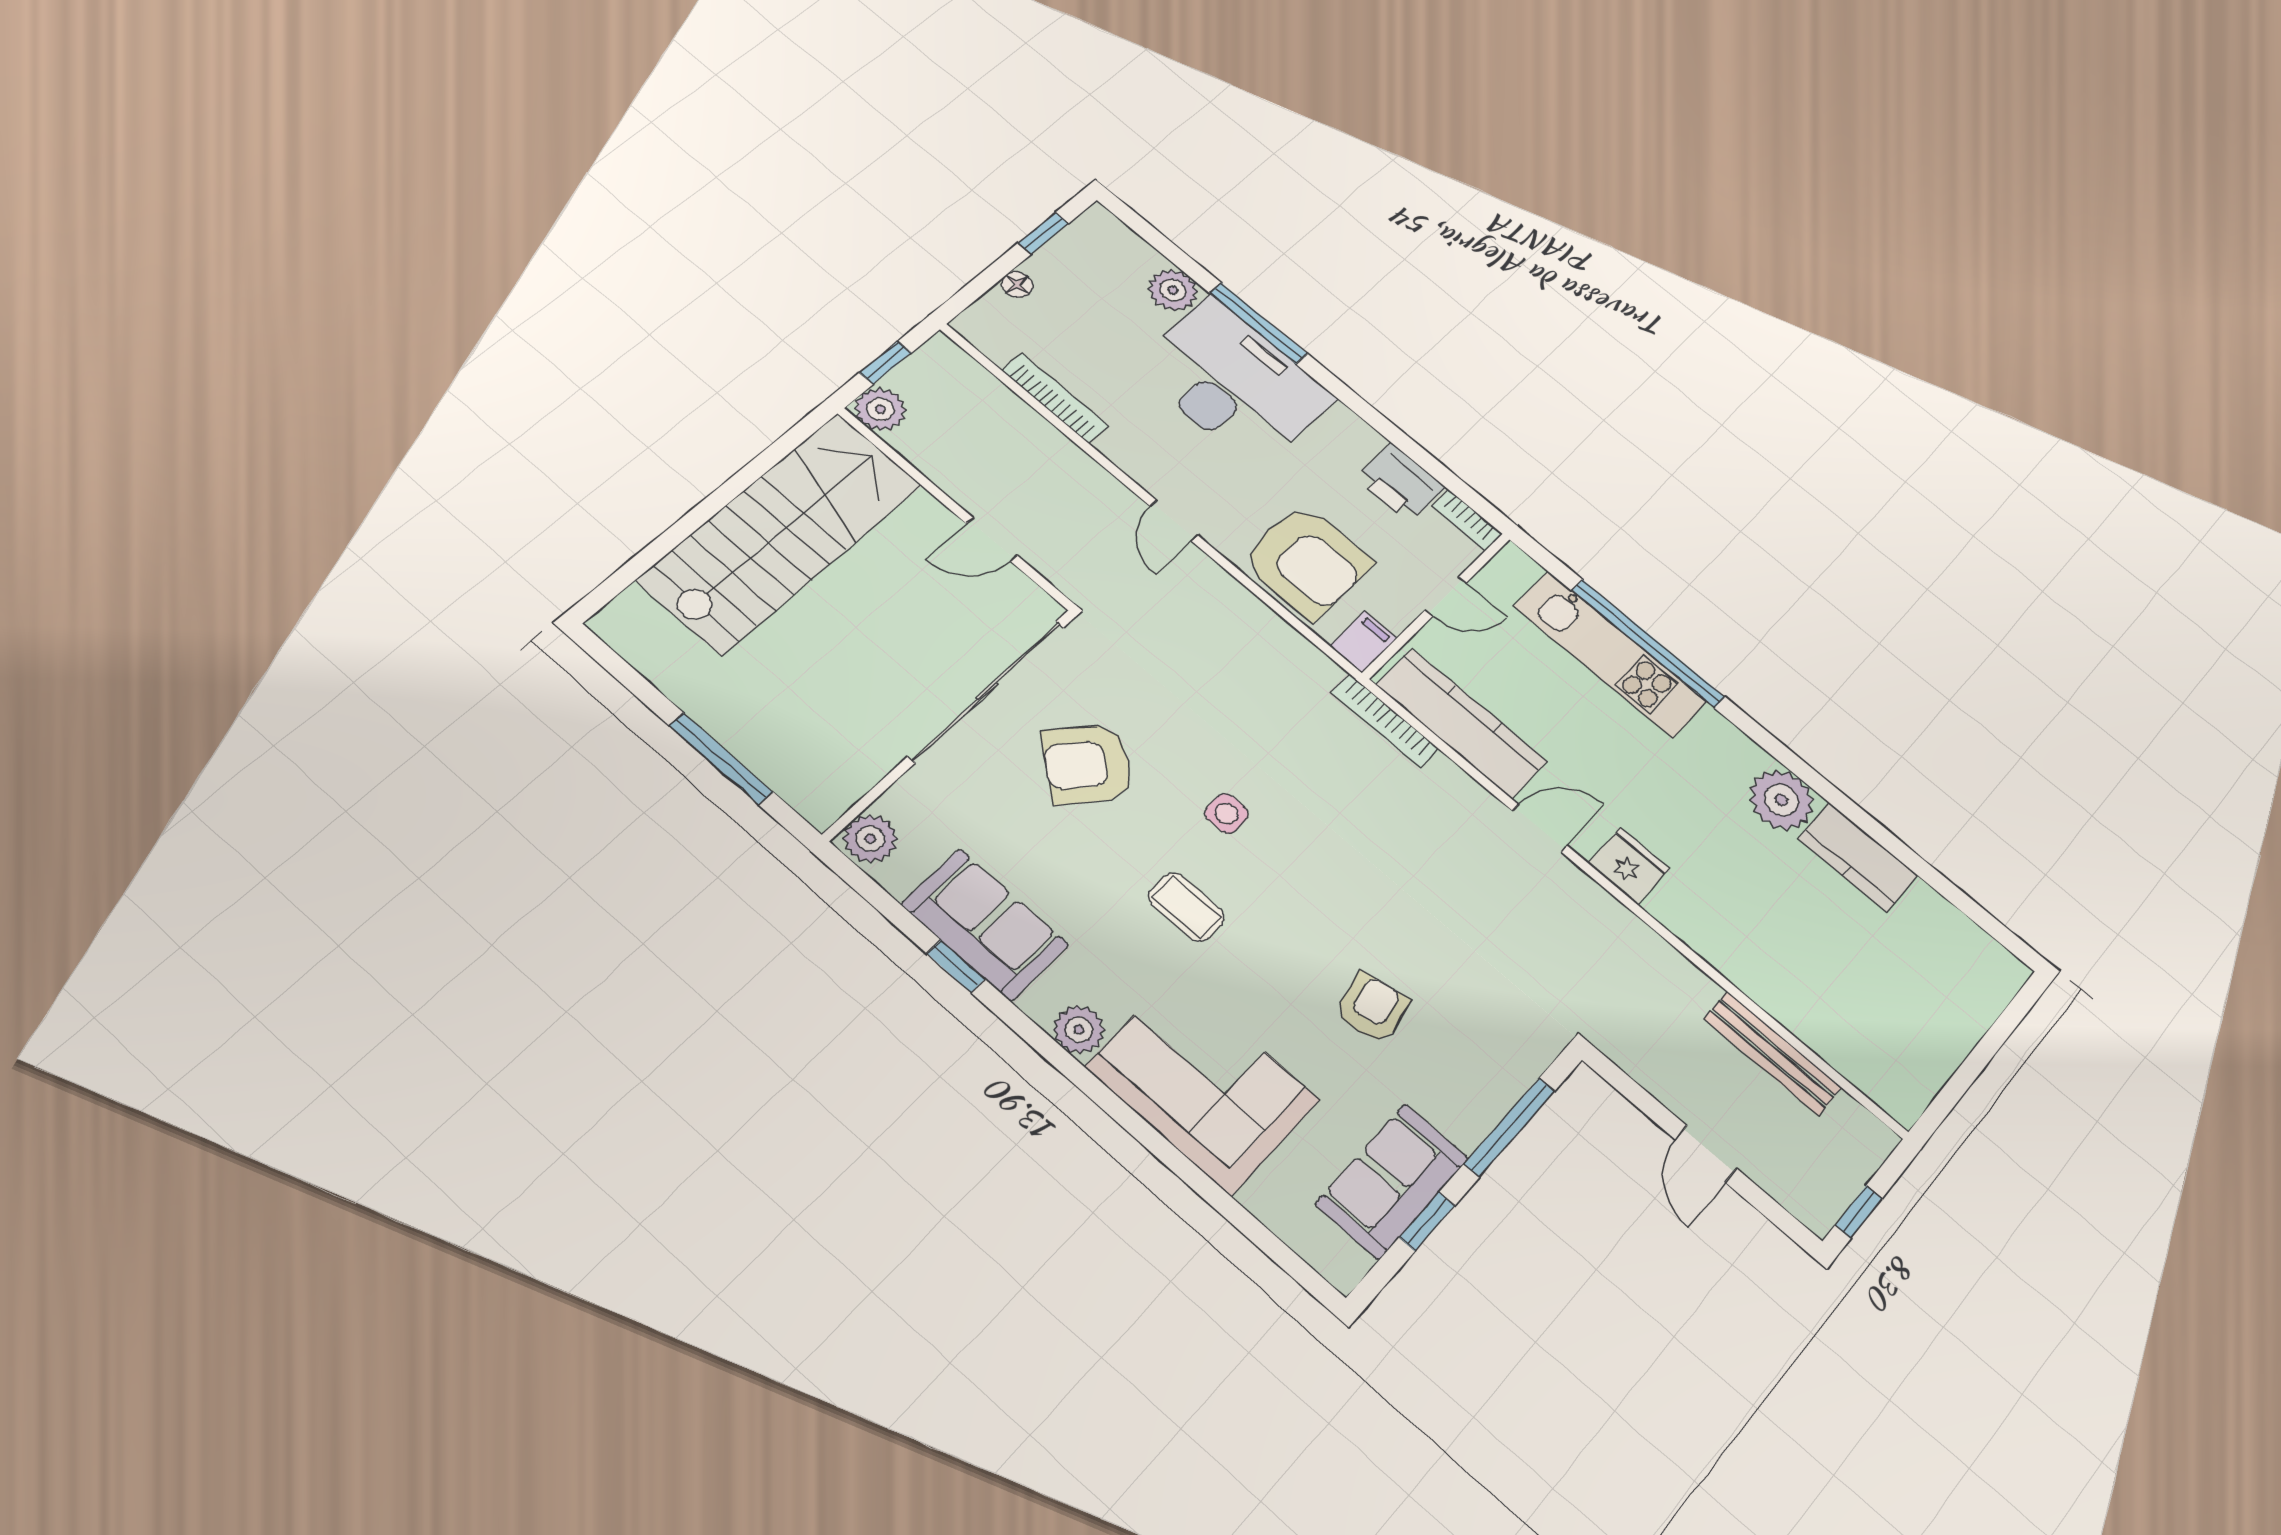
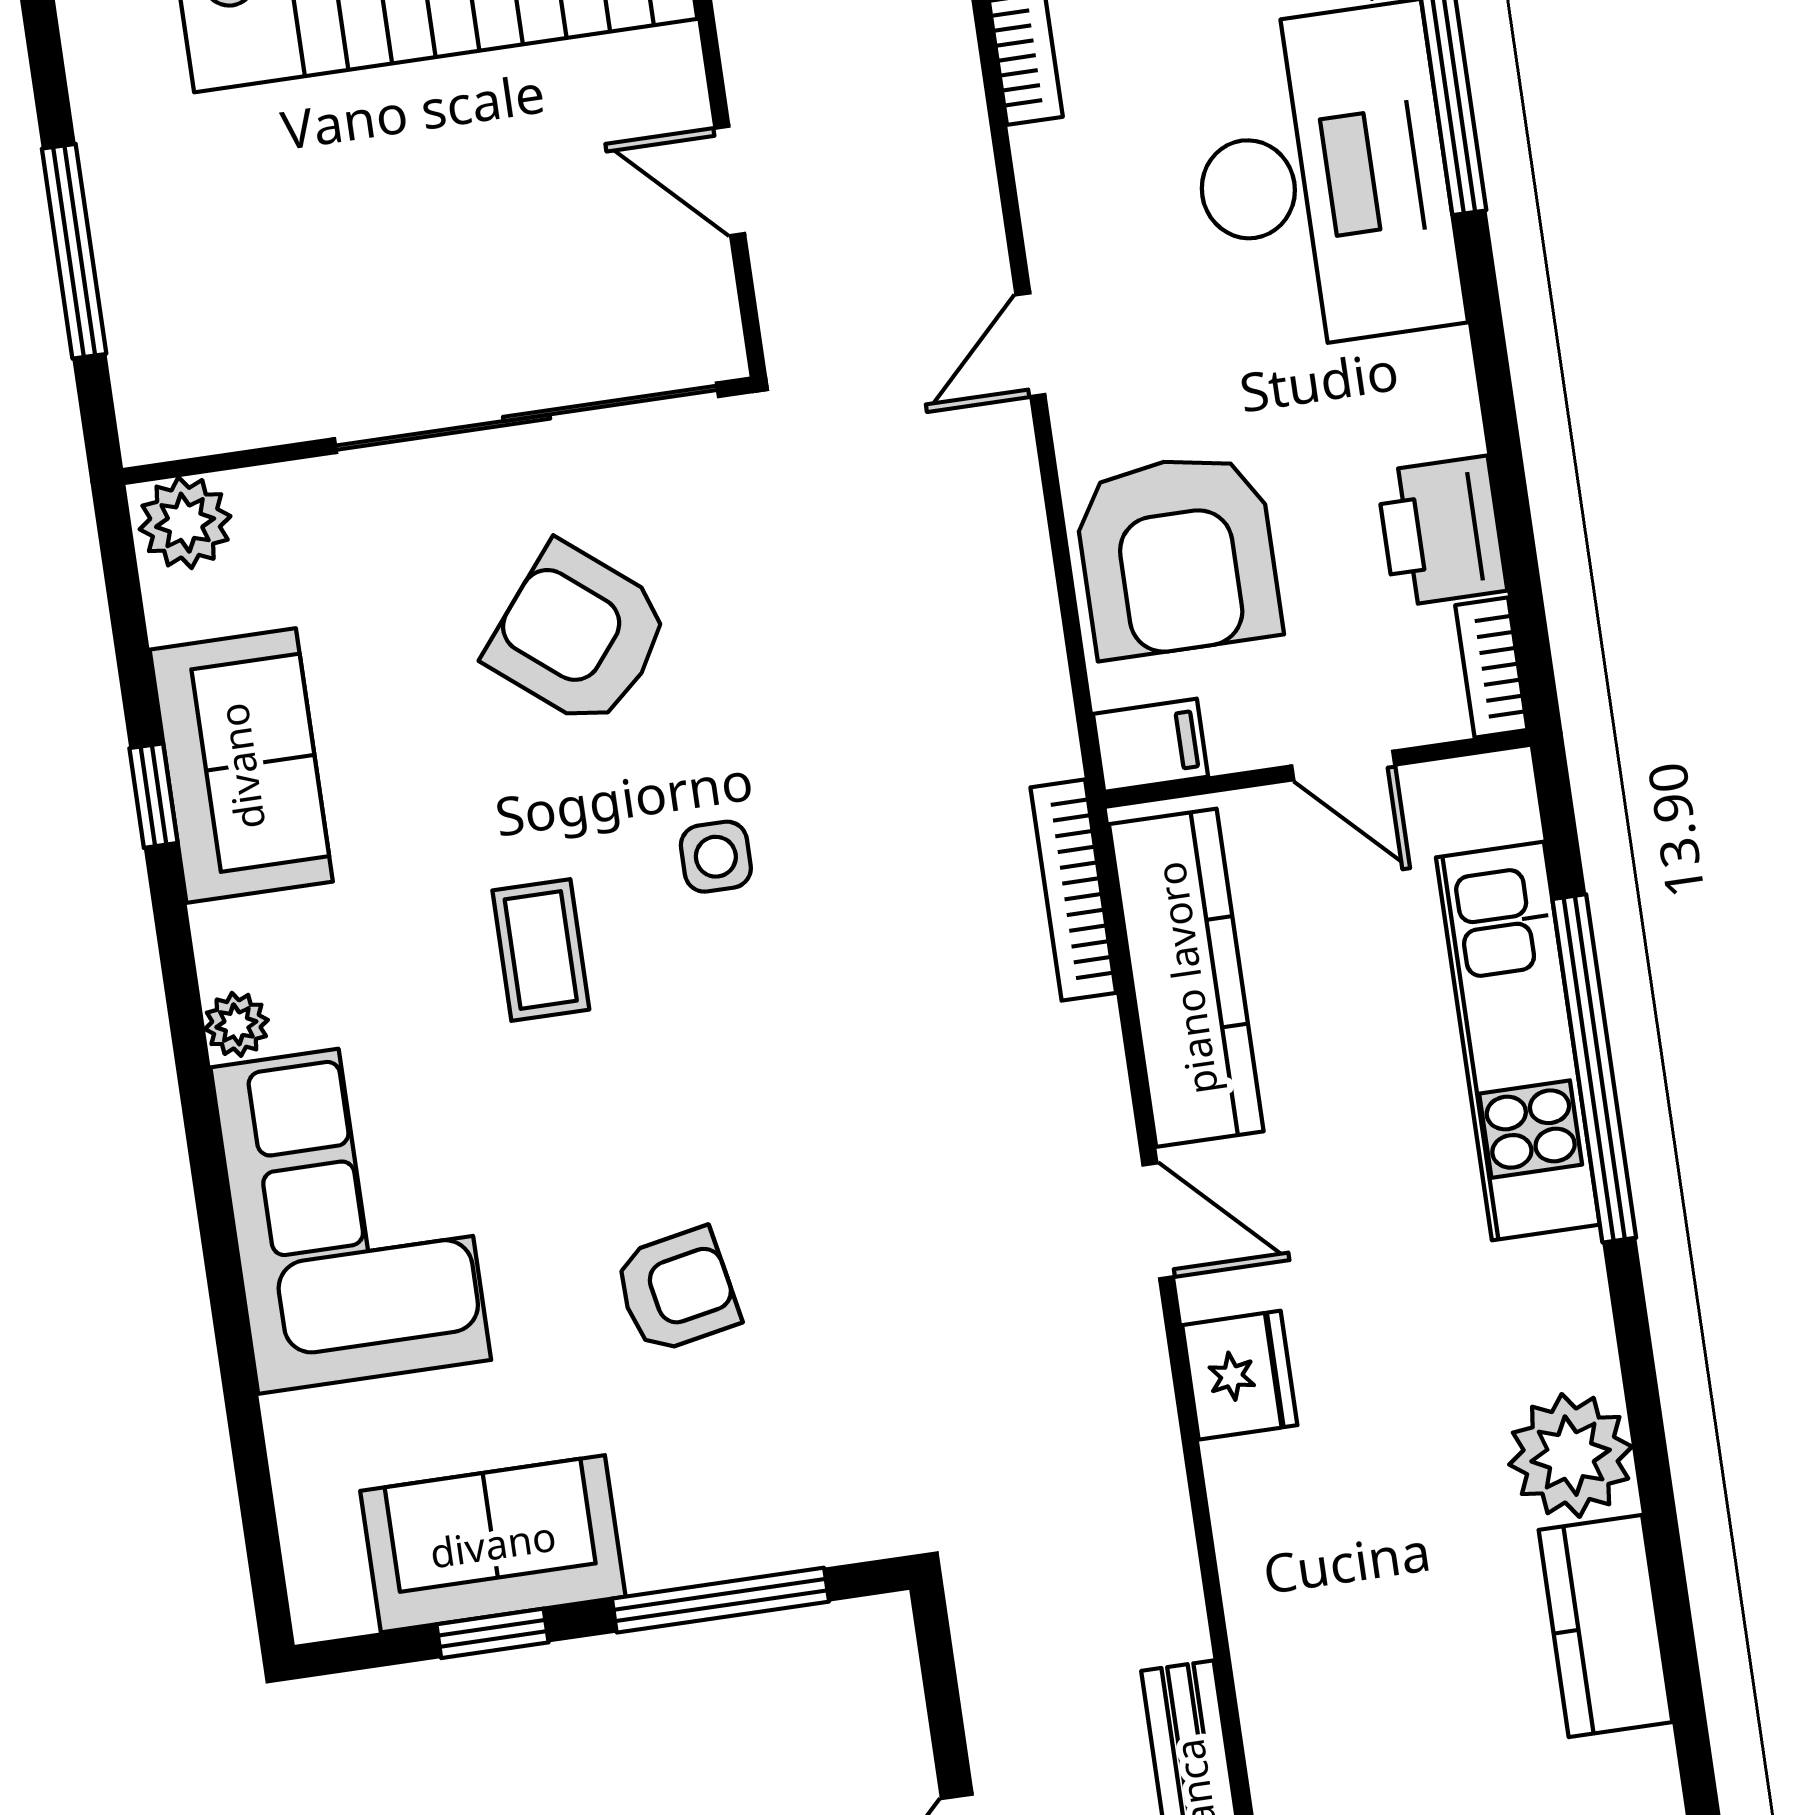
plant: (1079, 1030) -> (236, 1024), width x0.73, depth x0.73

